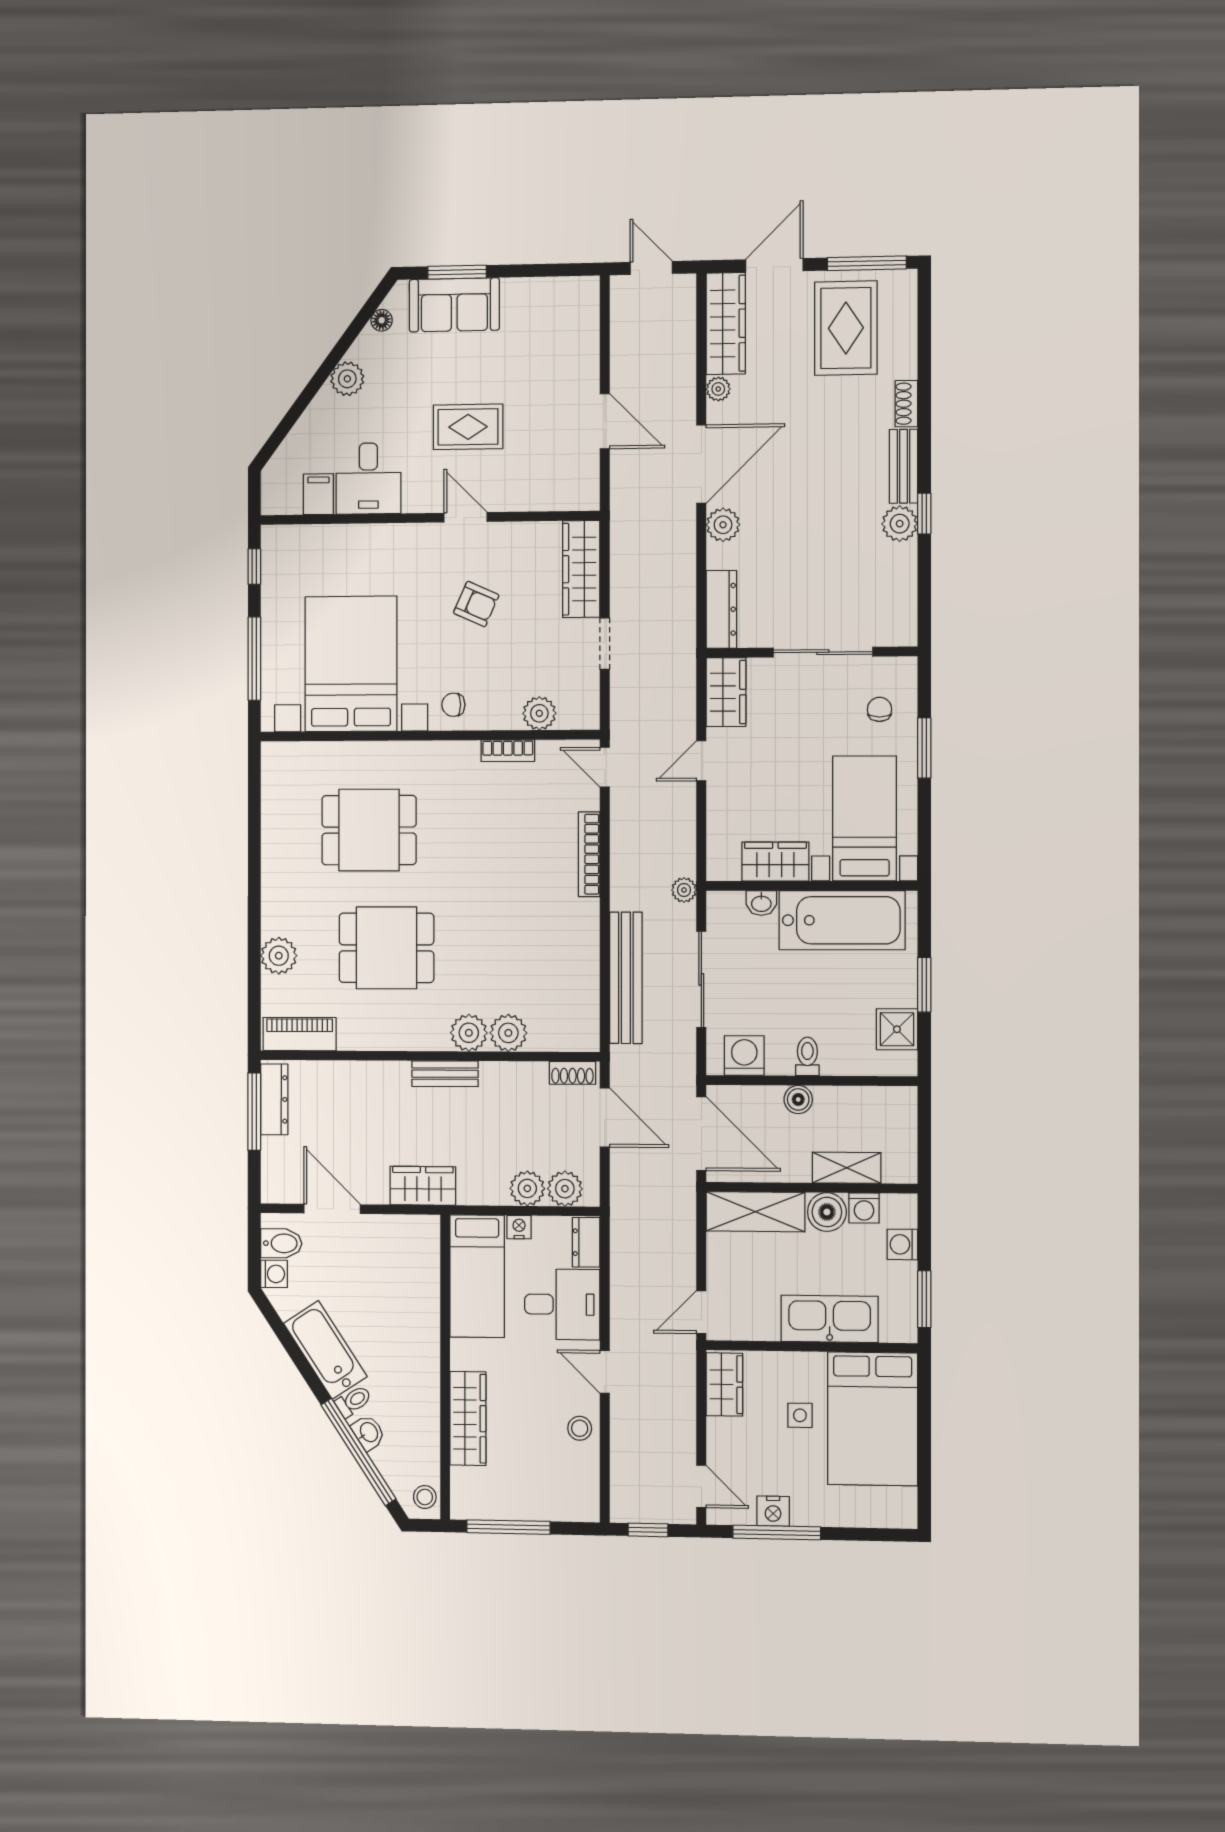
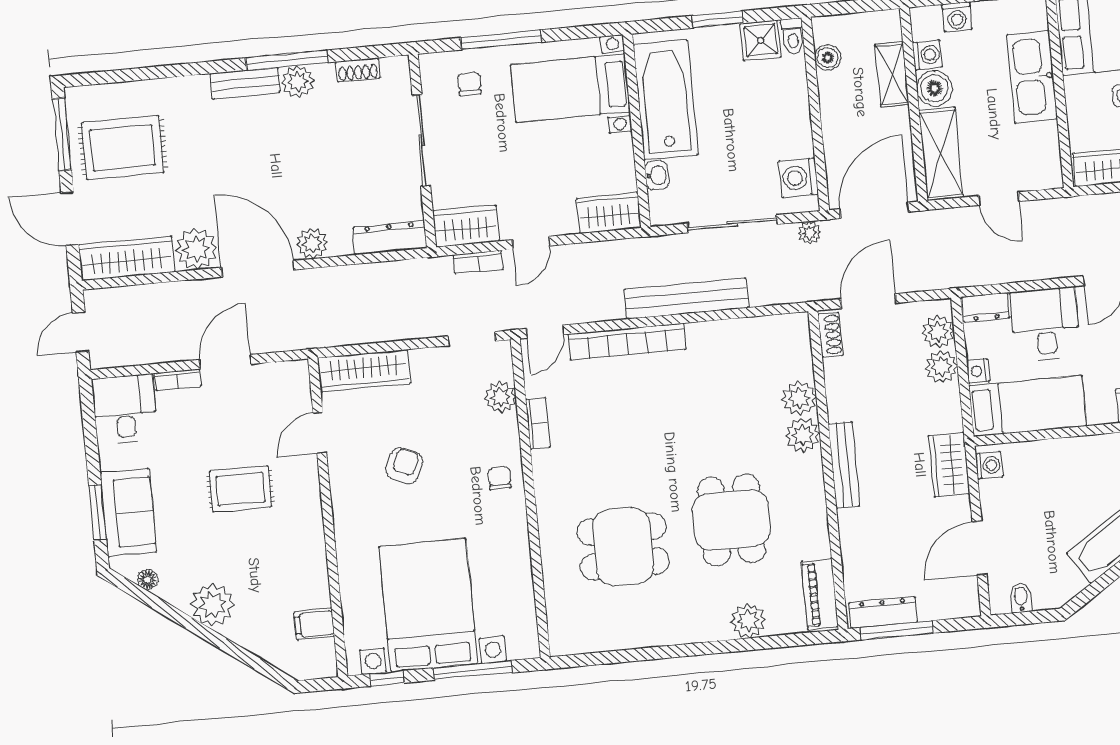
bookcase: (590, 369) -> (178, 380), added
plant: (347, 379) -> (213, 605), width x1.36, depth x1.36
plant: (718, 389) -> (196, 249), width x1.87, depth x1.87
shoe rack: (906, 404) -> (358, 70), moved
rug: (468, 427) -> (240, 489), turned 90
desk: (368, 478) -> (125, 409), moved, turned -90
window: (924, 514) -> (287, 60), width x2.17
door: (466, 517) -> (320, 433), moved
doorway: (605, 644) -> (472, 339), moved
bed with nightstands: (351, 664) -> (428, 605), moved, turned 90
bookcase: (686, 702) -> (478, 262), added
chair: (453, 705) -> (500, 478), turned 180
chair: (880, 709) -> (469, 84), turned 90
window: (924, 748) -> (501, 40), width x1.44
door: (701, 761) -> (531, 243), hinge flipped
dining table: (369, 830) -> (623, 547), turned 90
bookcase: (589, 854) -> (627, 342), width x1.48, depth x1.31
wardrobe: (775, 862) -> (609, 213), moved, turned 90
plant: (684, 890) -> (809, 233), moved
bench: (626, 978) -> (686, 299), moved
toilet: (807, 1056) -> (793, 36), moved, turned -90
bench: (445, 1074) -> (844, 465), width x1.36
boiler: (798, 1099) -> (828, 58), moved
bidet: (281, 1243) -> (1021, 598), width x0.72, depth x0.74
washing machine: (274, 1274) -> (989, 465), moved, turned 90
door: (701, 1312) -> (999, 199), moved

